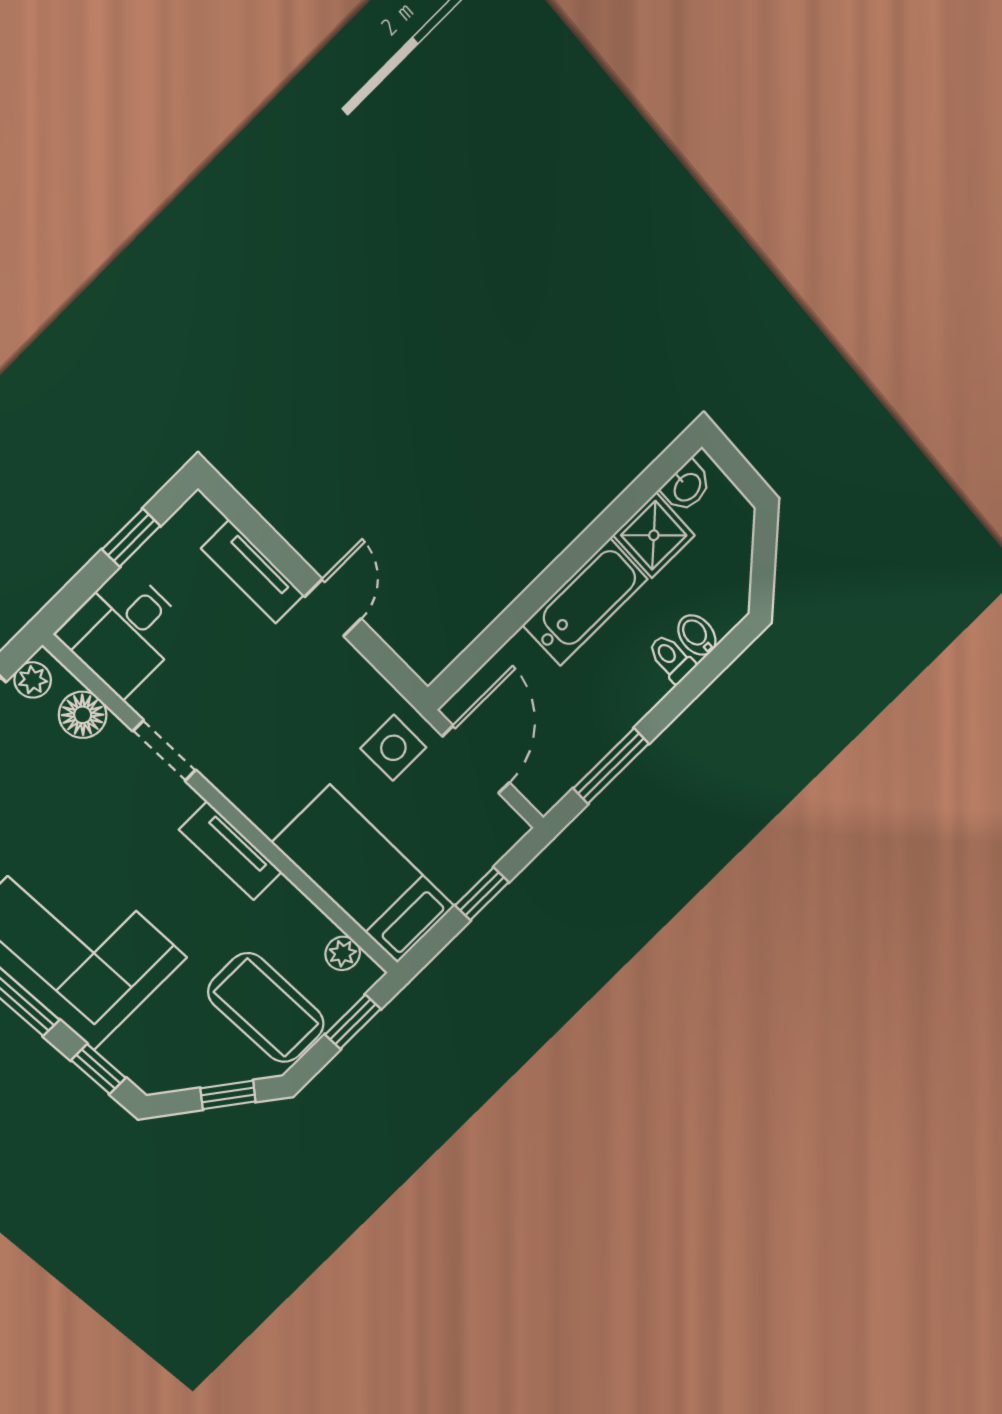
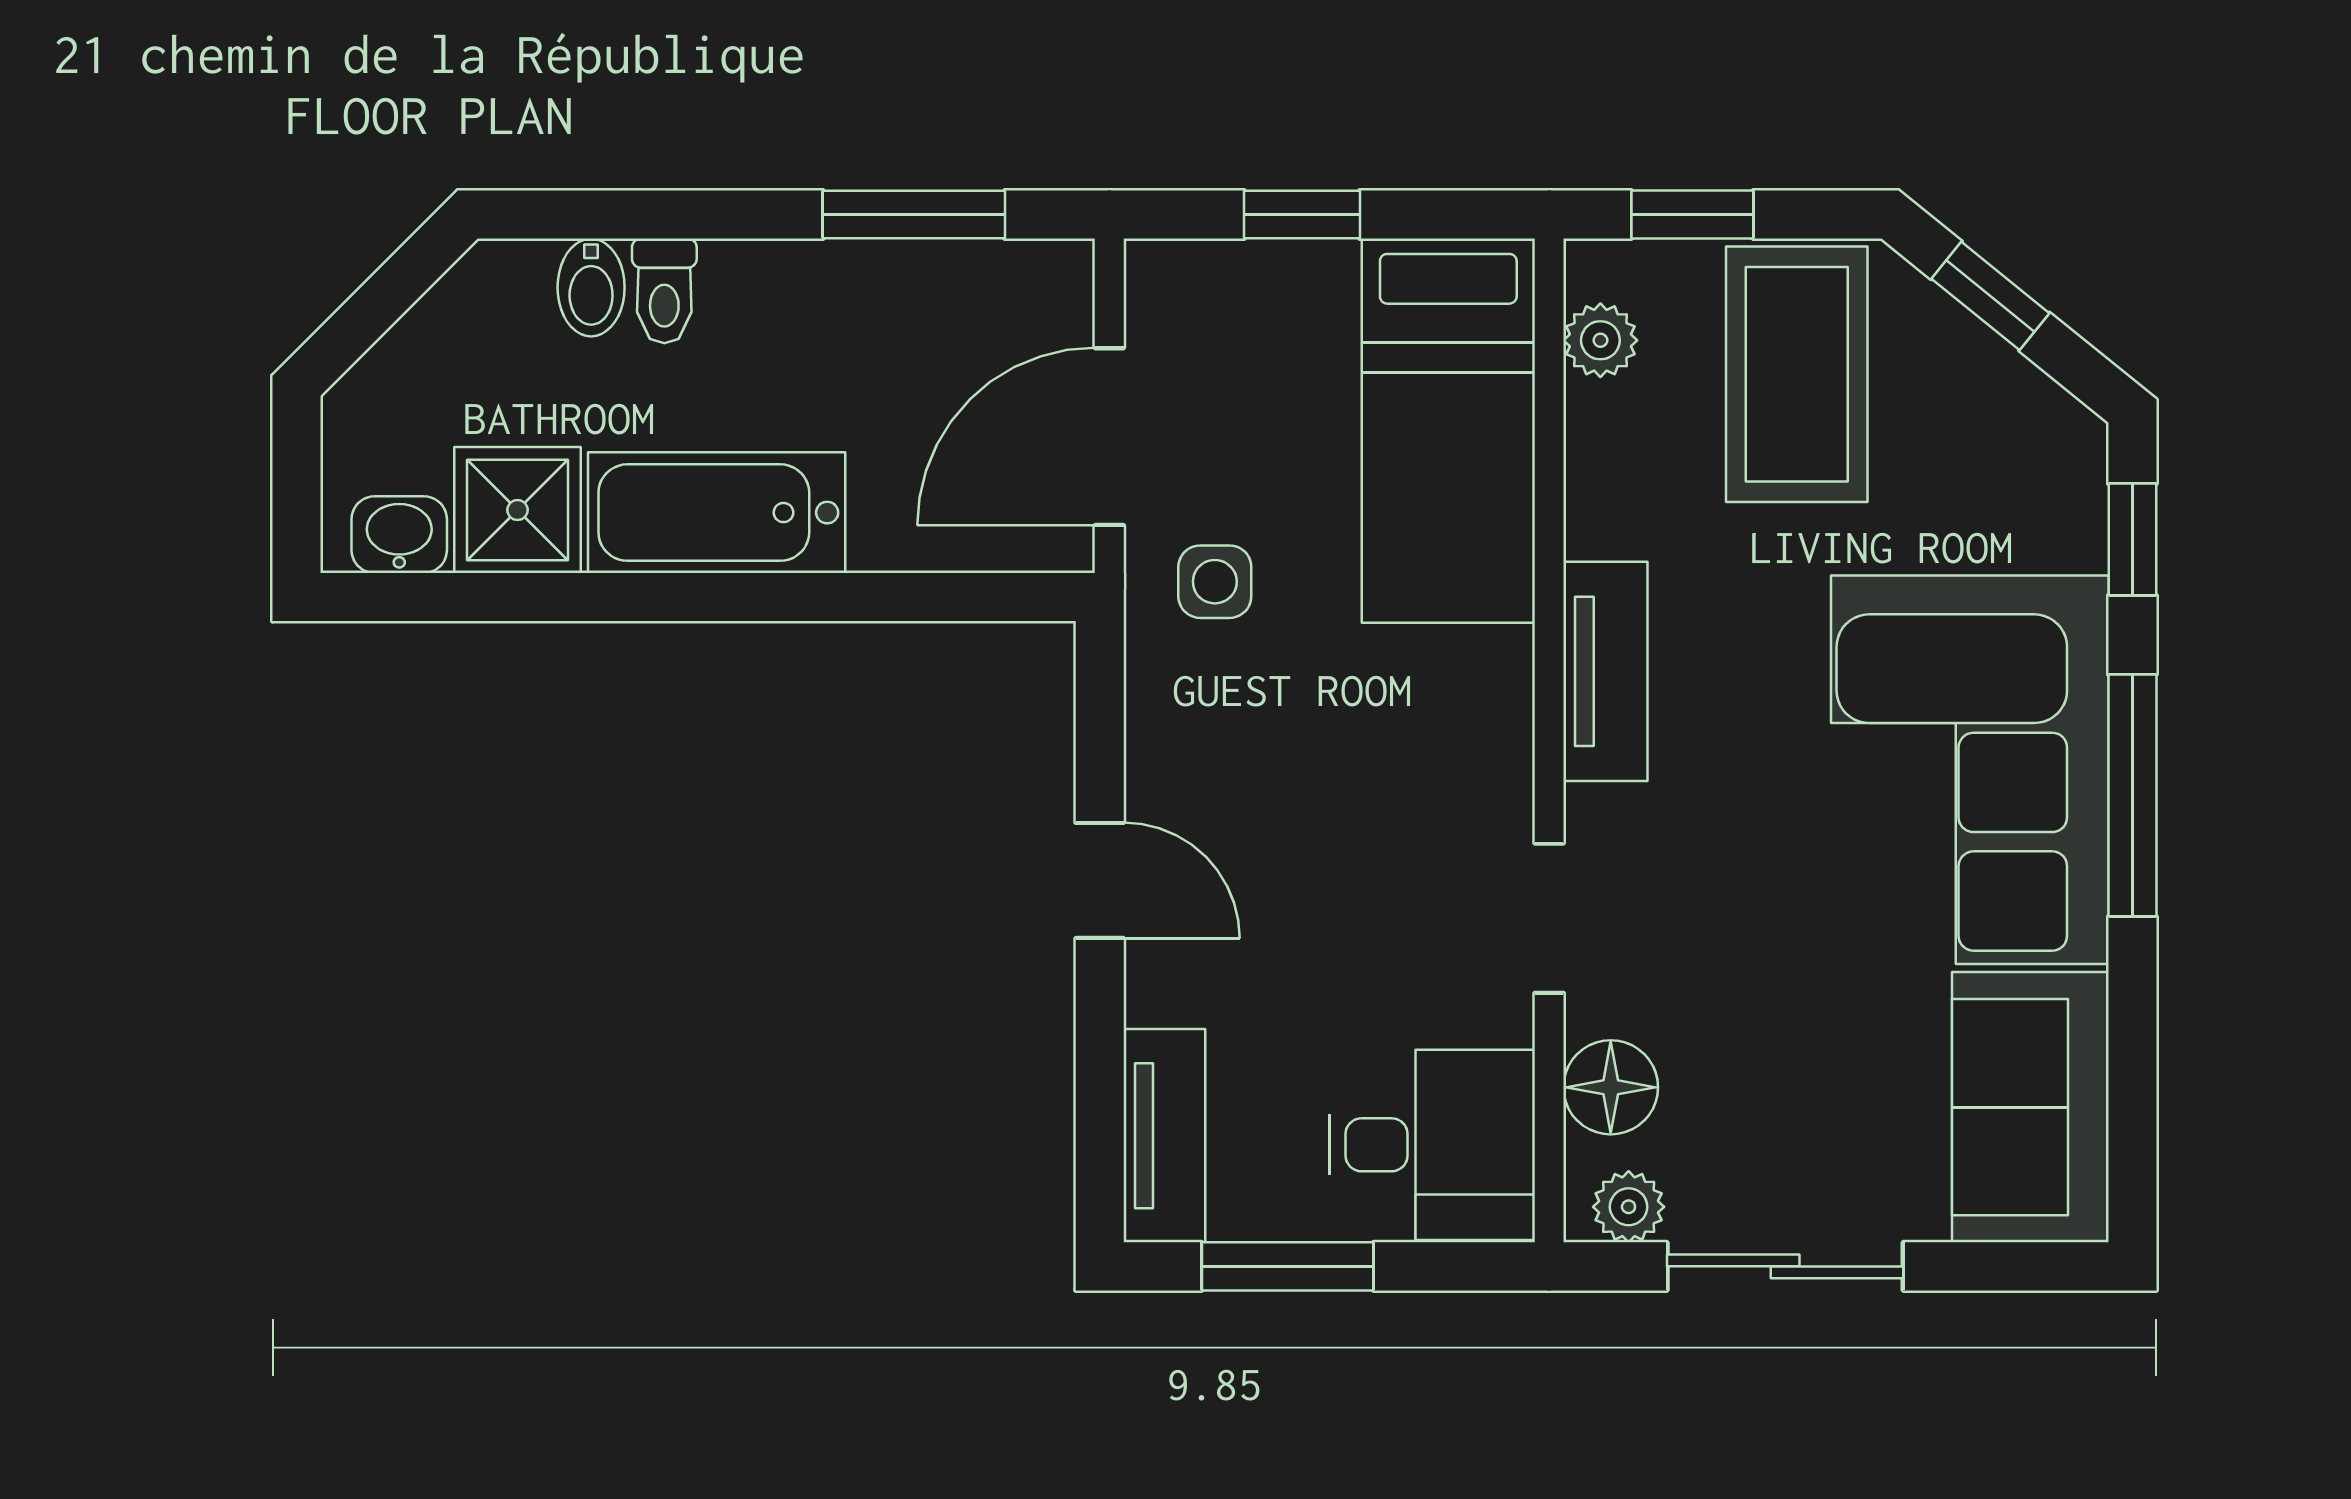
window: (131, 538) -> (1288, 1266), width x1.50
tv unit: (253, 572) -> (1164, 1136), moved
door: (333, 608) -> (1100, 880), swing flipped
side table: (393, 748) -> (1215, 582), width x0.73, depth x0.73

